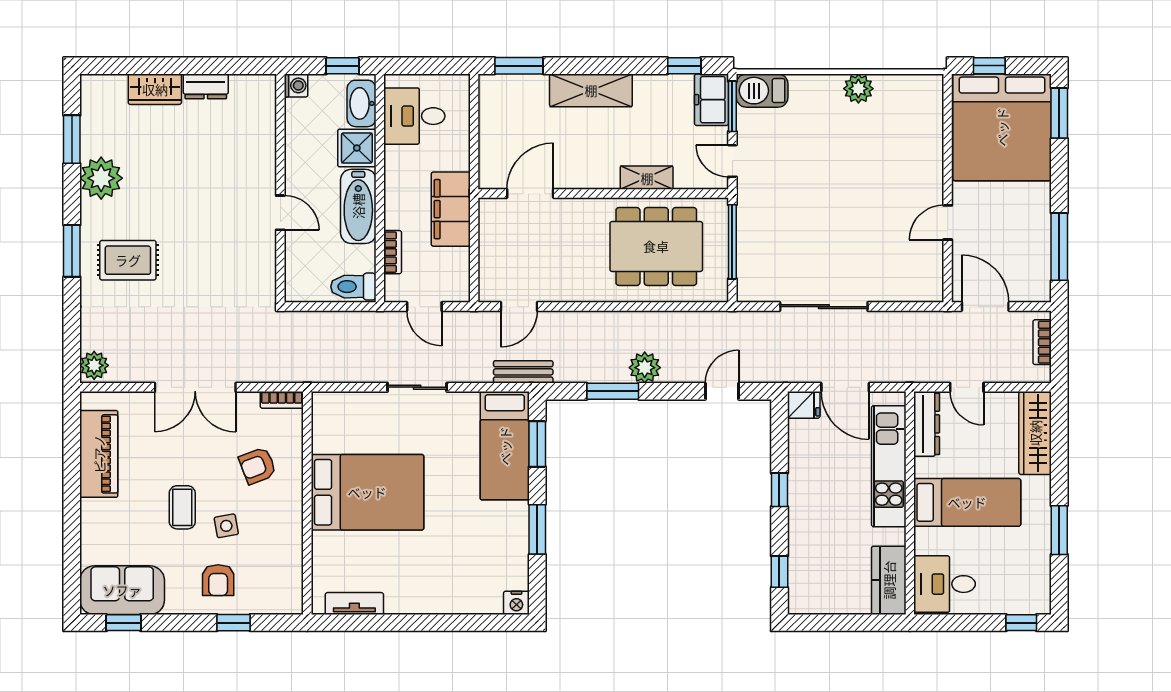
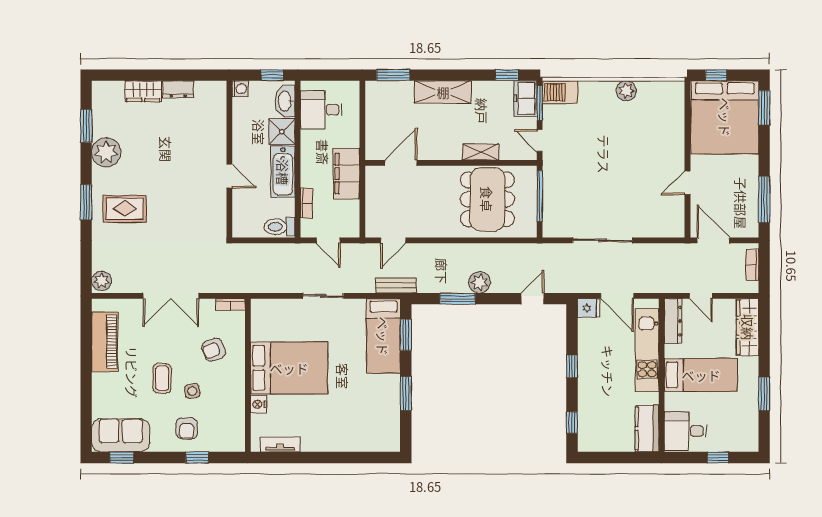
dining table: (656, 246) -> (487, 199), turned 90
nightstand: (516, 603) -> (259, 404), moved, turned 90
window: (1021, 623) -> (718, 458), moved

